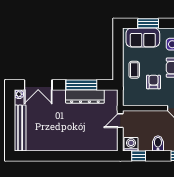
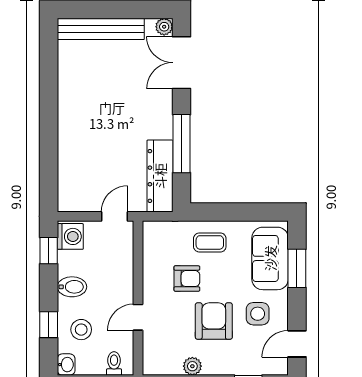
dresser: (85, 96) -> (160, 176), moved
door: (120, 121) -> (114, 216), hinge flipped

